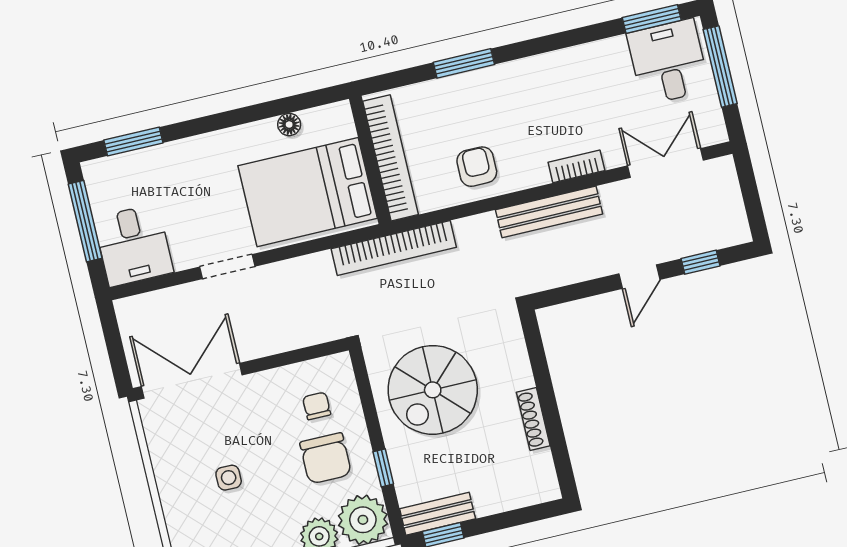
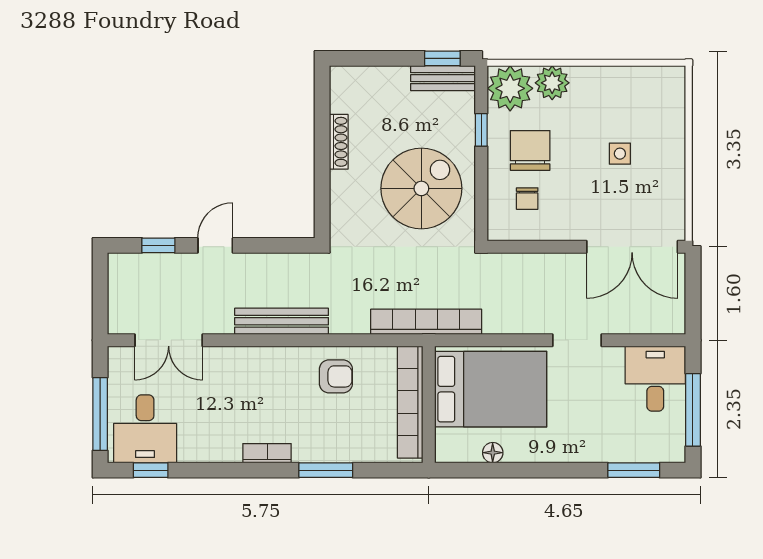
window: (652, 19) -> (151, 470), width x0.67
bookcase: (576, 166) -> (267, 453), moved, turned 180
armchair: (477, 167) -> (336, 376), turned -90

